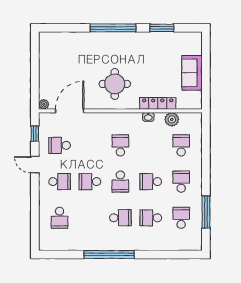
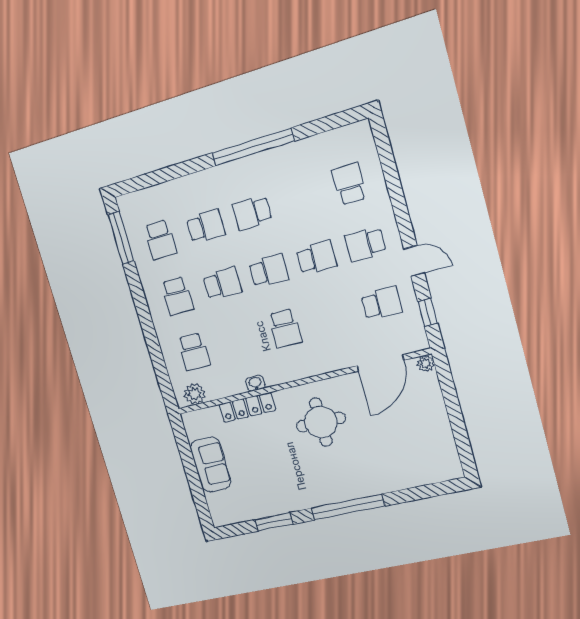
plant: (172, 119) -> (195, 394), moved
school desk: (120, 182) -> (269, 271), turned 90
window: (206, 212) -> (121, 238), moved

